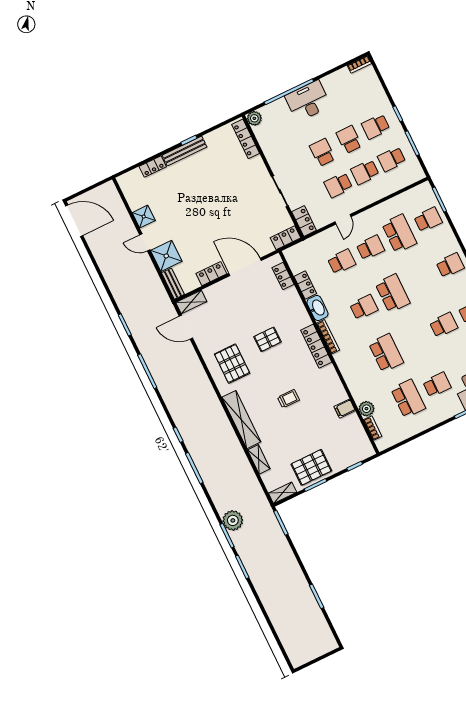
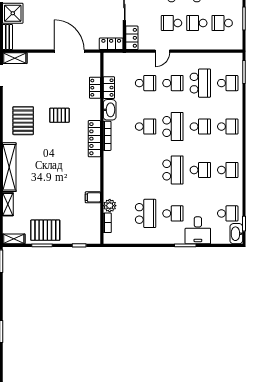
locker: (211, 274) -> (41, 44), removed
locker: (283, 276) -> (95, 88), moved
school desk: (421, 279) -> (200, 127), added
school desk: (386, 353) -> (173, 170), moved
trolley: (288, 399) -> (53, 169), removed

